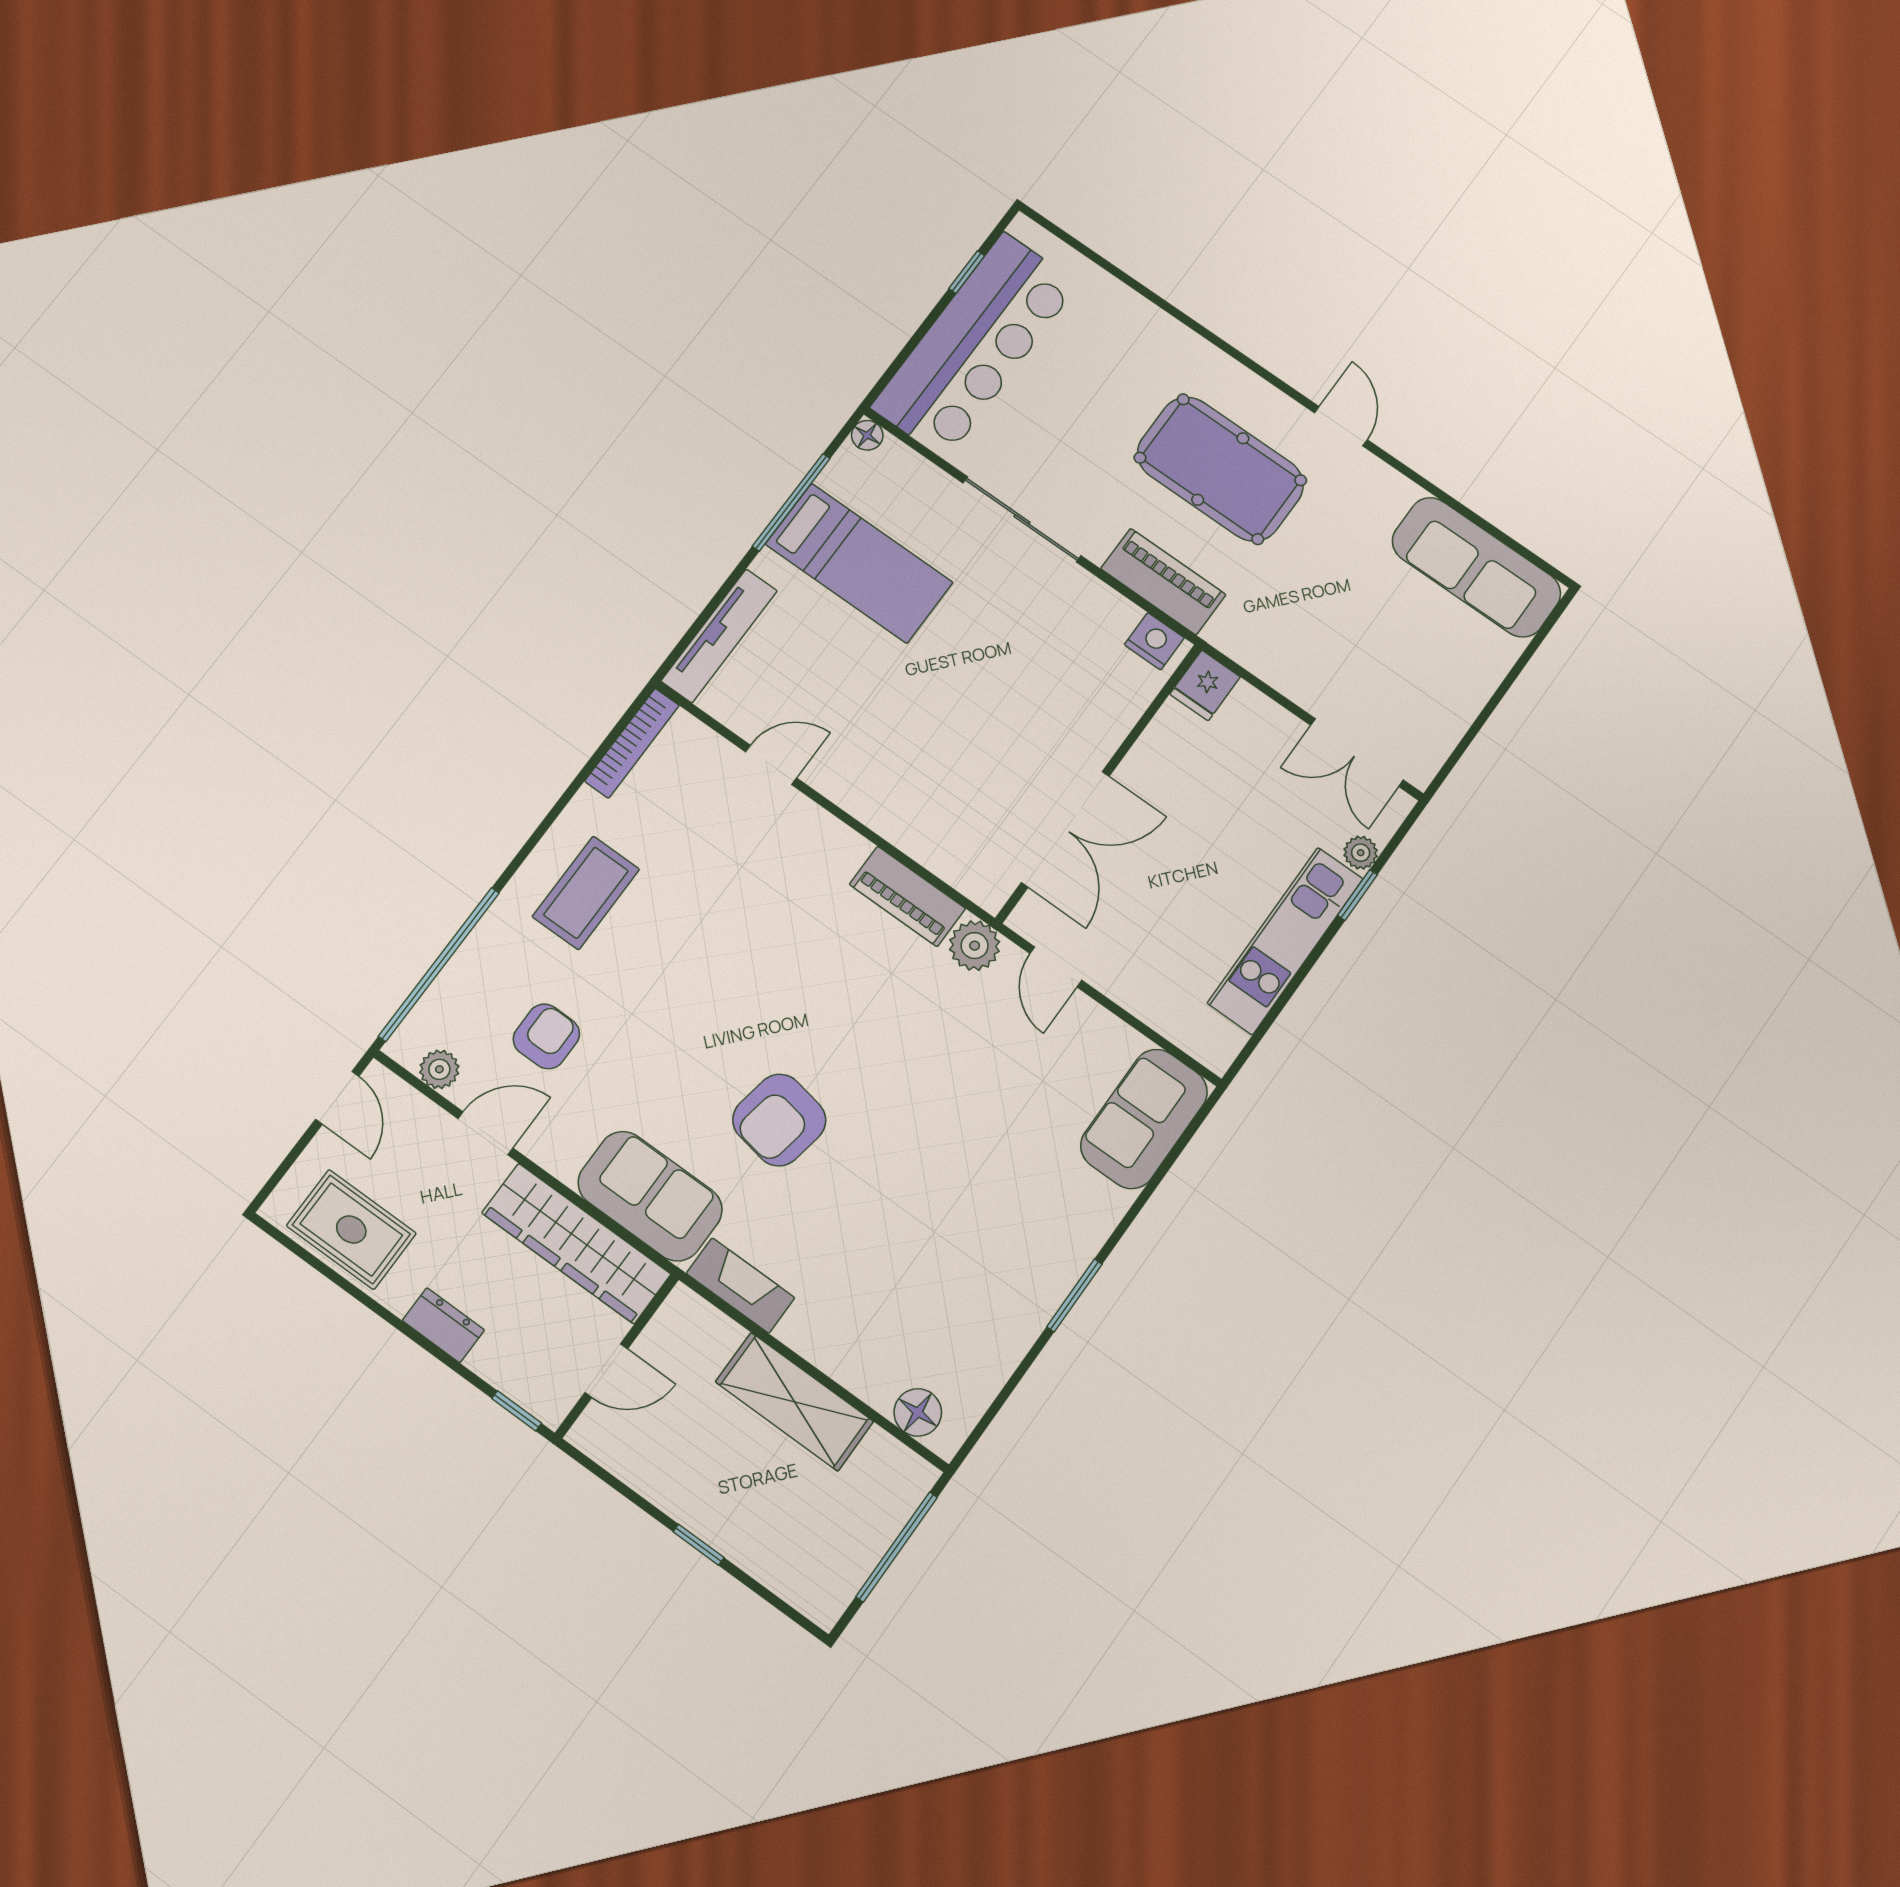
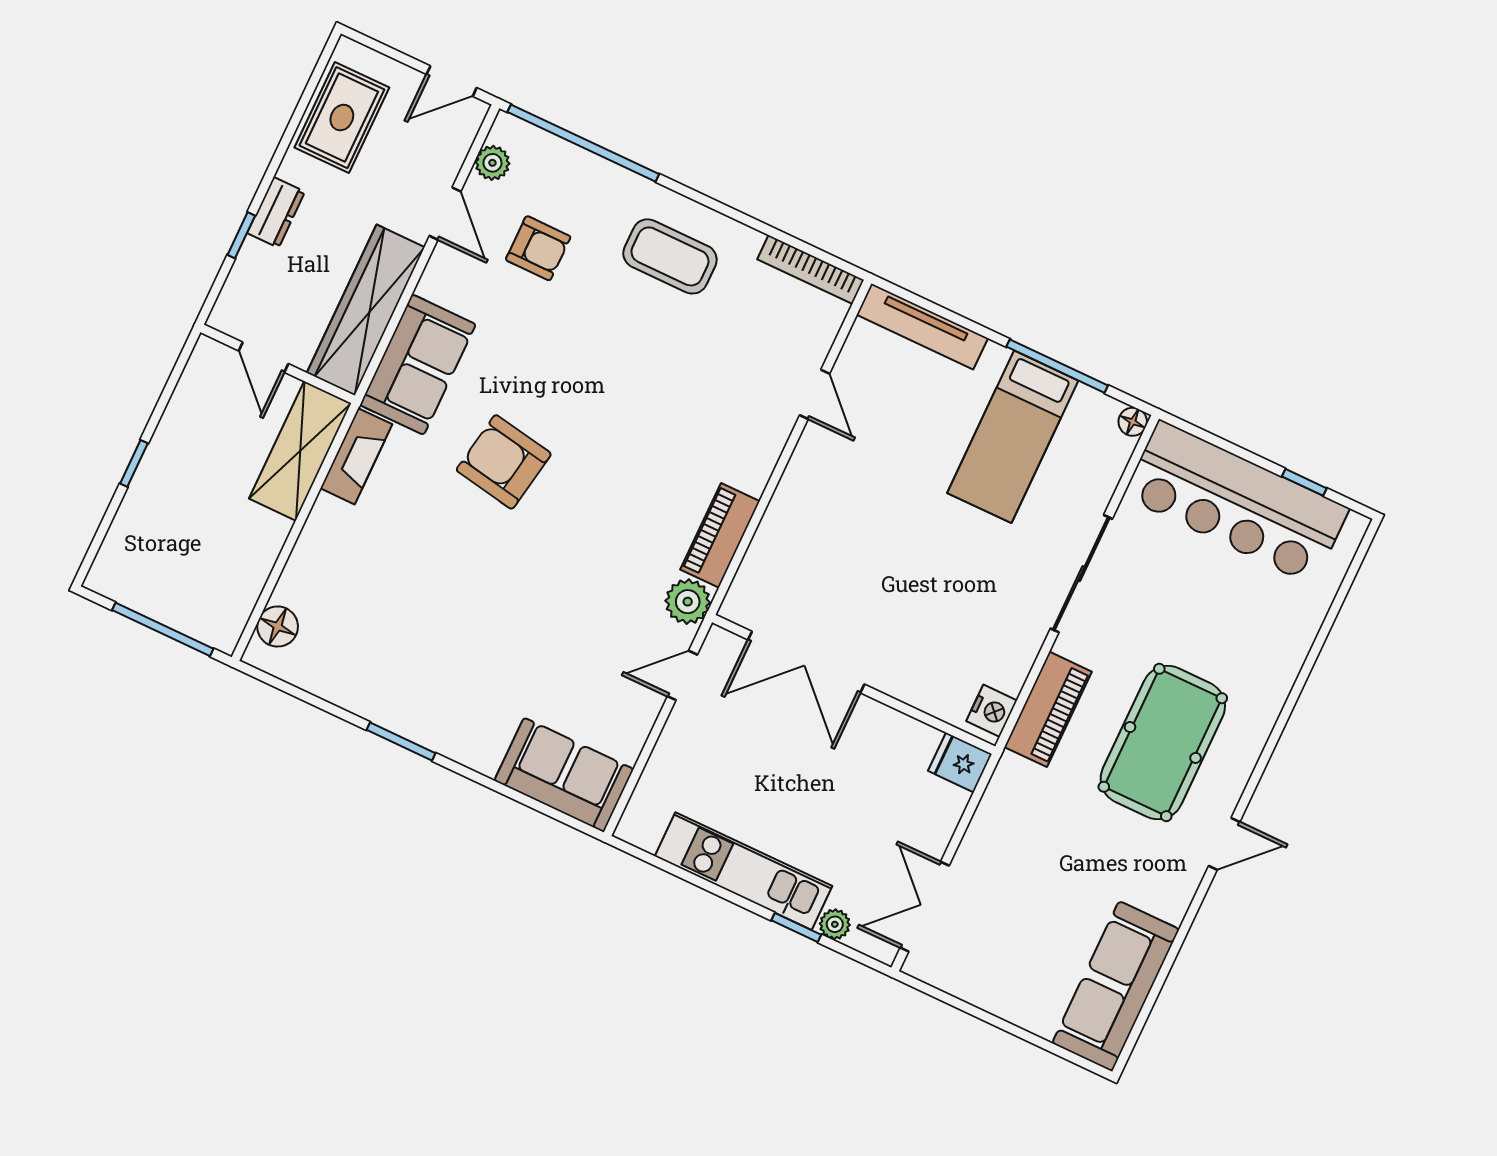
shelving: (794, 1402) -> (300, 451), moved
window: (517, 1411) -> (241, 235), moved

